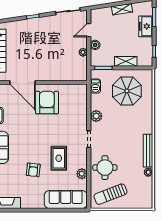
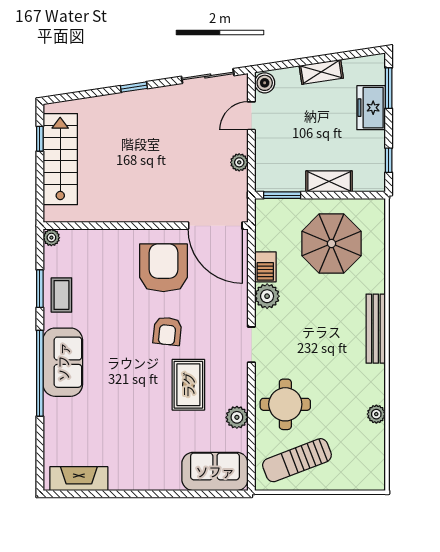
boiler: (95, 45) -> (265, 83), moved
door: (22, 82) -> (215, 226), moved
barbecue: (95, 86) -> (265, 267), moved
bench: (148, 151) -> (376, 329), moved
armchair: (33, 170) -> (167, 331), moved
sofa: (66, 200) -> (215, 471), width x0.73

